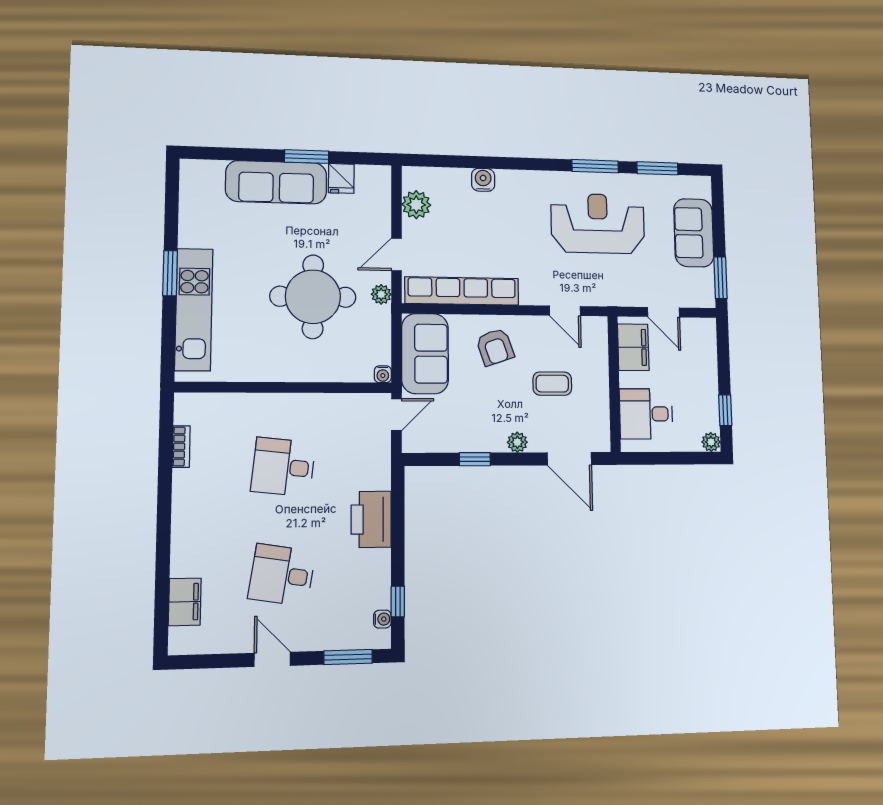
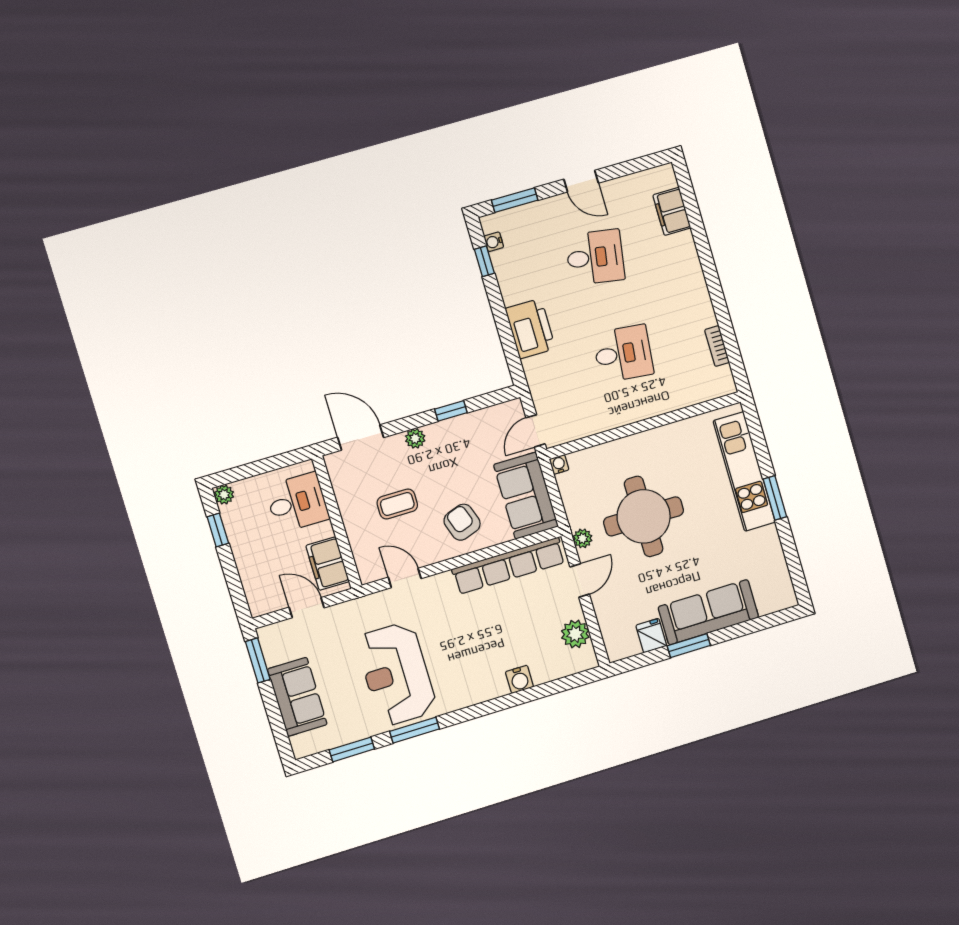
reception desk: (598, 223) -> (396, 674), turned 90

